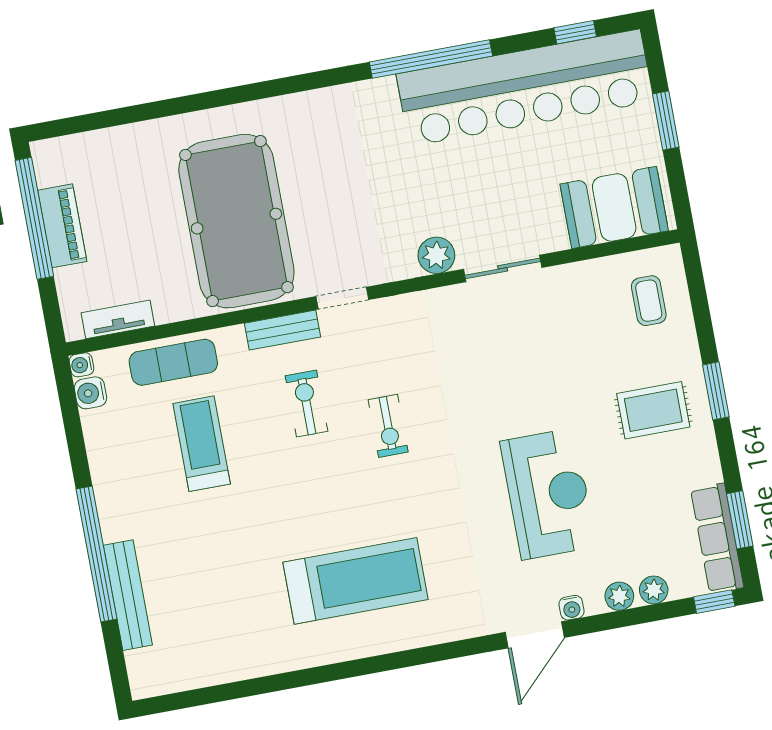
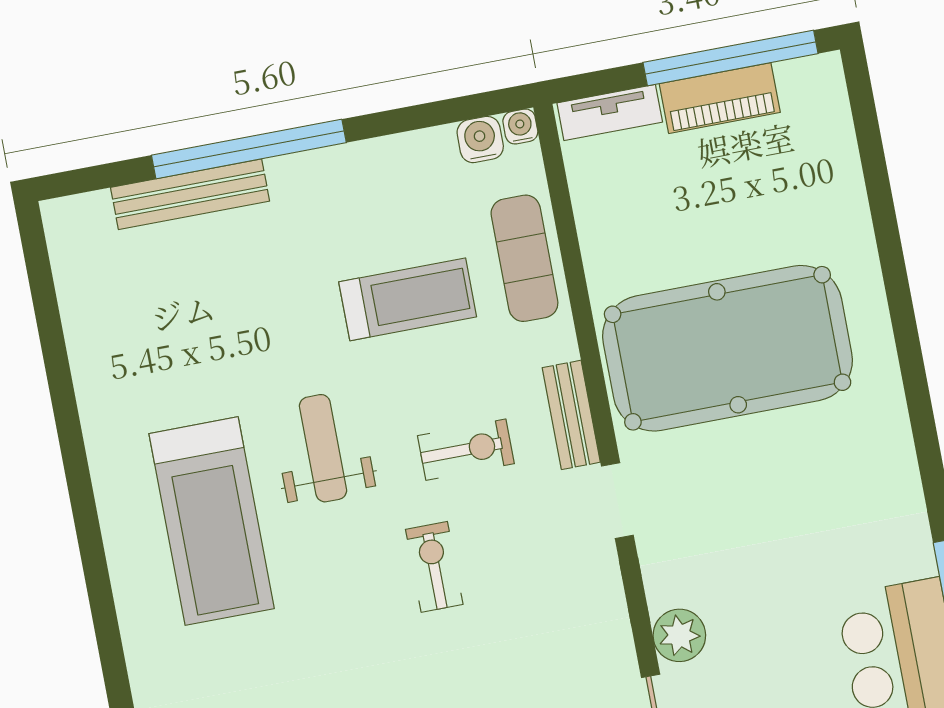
tv unit: (118, 319) -> (610, 113), moved, turned 90
exercise bike: (388, 426) -> (434, 567), turned 90
weight bench: (305, 503) -> (323, 448), added

